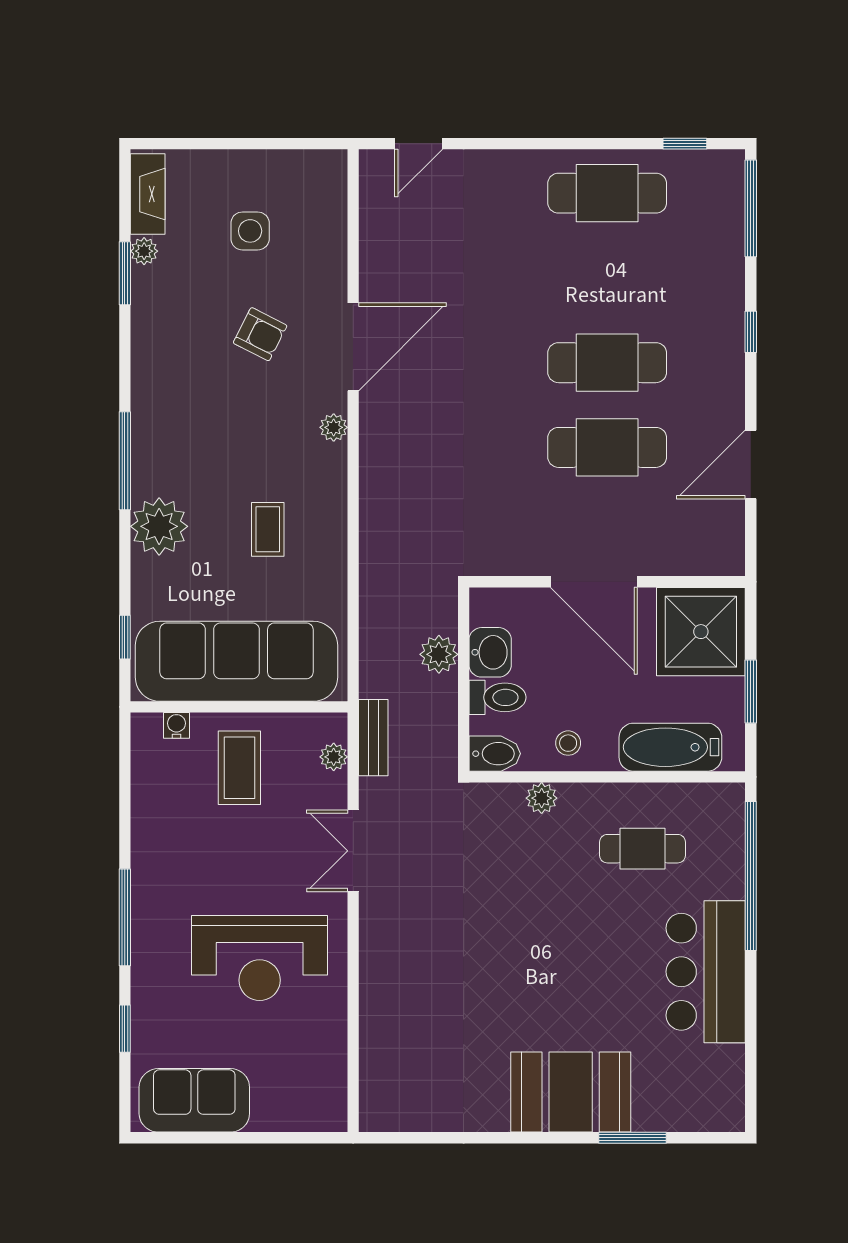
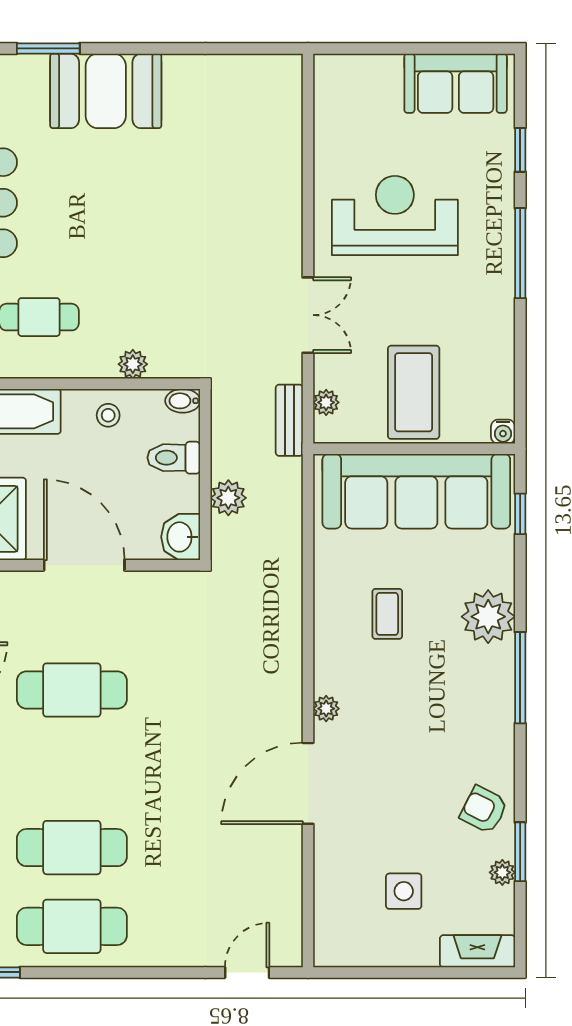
fireplace: (148, 194) -> (477, 951), moved, turned 90
armchair: (260, 334) -> (484, 810), moved
cafe table: (607, 363) -> (72, 848), moved
washbasin: (490, 652) -> (181, 537), moved
water cooler: (176, 725) -> (503, 432), moved
bidet: (495, 754) -> (183, 401), width x0.72, depth x0.74
coffee table: (239, 768) -> (414, 392), width x1.36, depth x1.32

